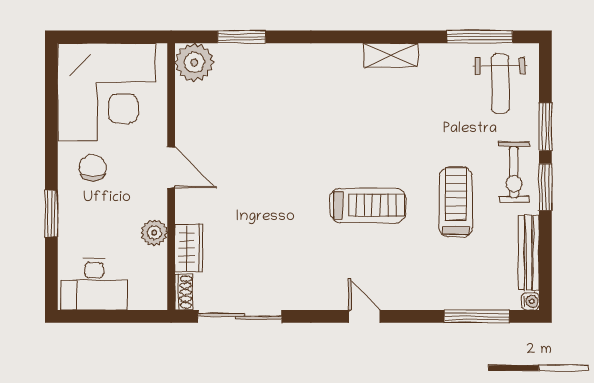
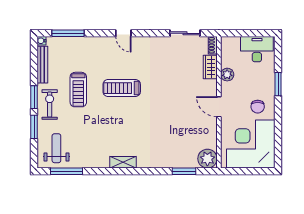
shelving: (391, 55) -> (123, 162), moved
sliding door: (240, 316) -> (185, 33), width x0.73

